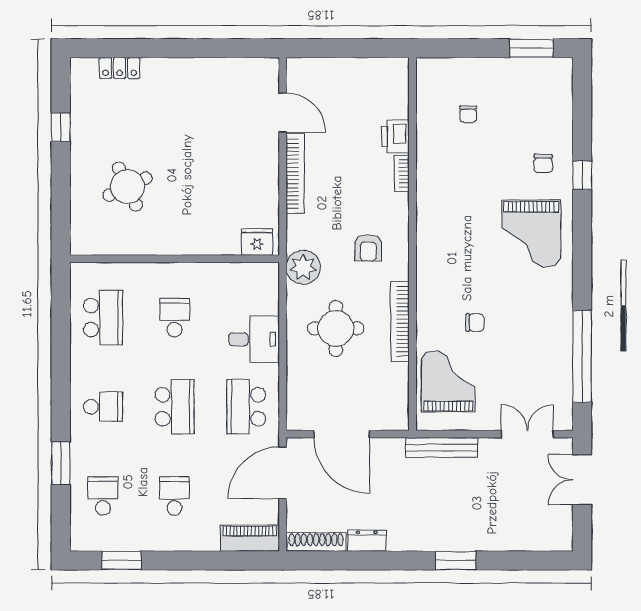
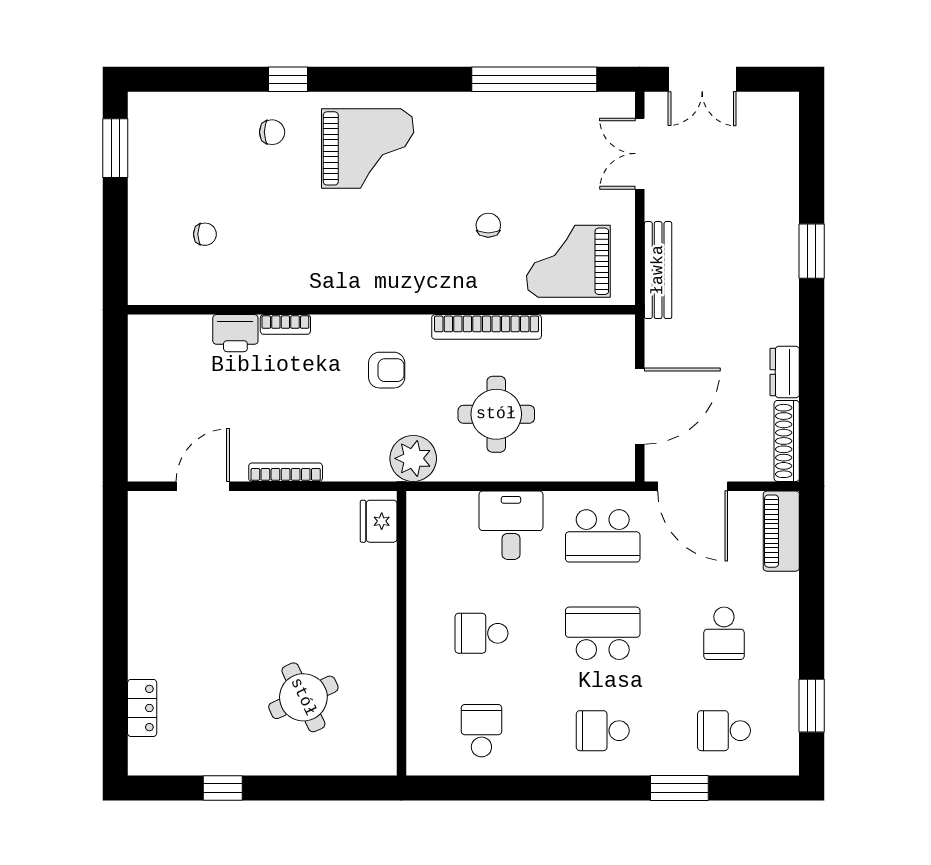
bookcase: (295, 173) -> (286, 472), width x0.68, depth x0.76
school desk: (103, 318) -> (481, 731), width x0.54
school desk: (103, 407) -> (603, 731), turned -90
school desk: (175, 496) -> (724, 633), turned -90

